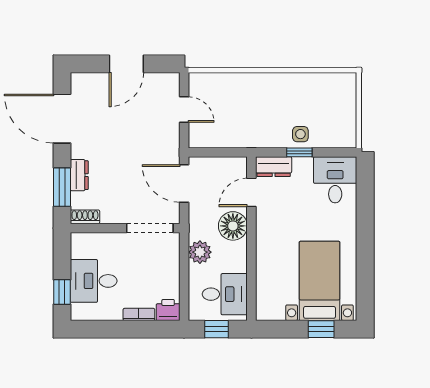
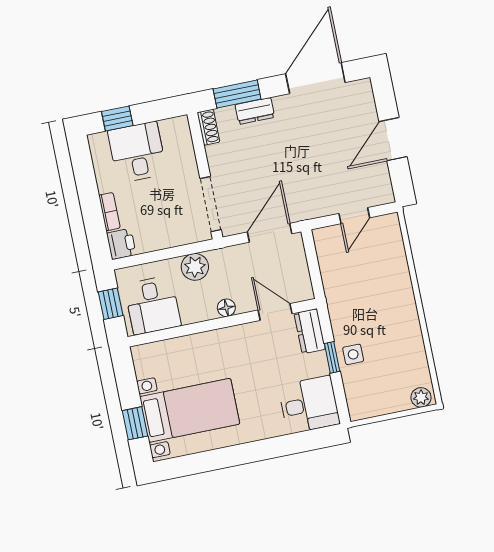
door: (126, 64) -> (393, 139), hinge flipped
plant: (348, 85) -> (421, 397), added
floor lamp: (233, 226) -> (226, 308), width x0.53, depth x0.53

